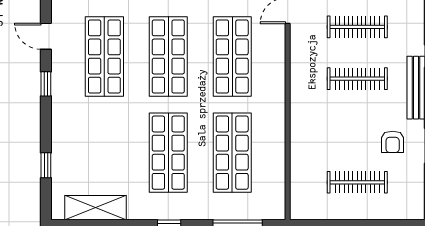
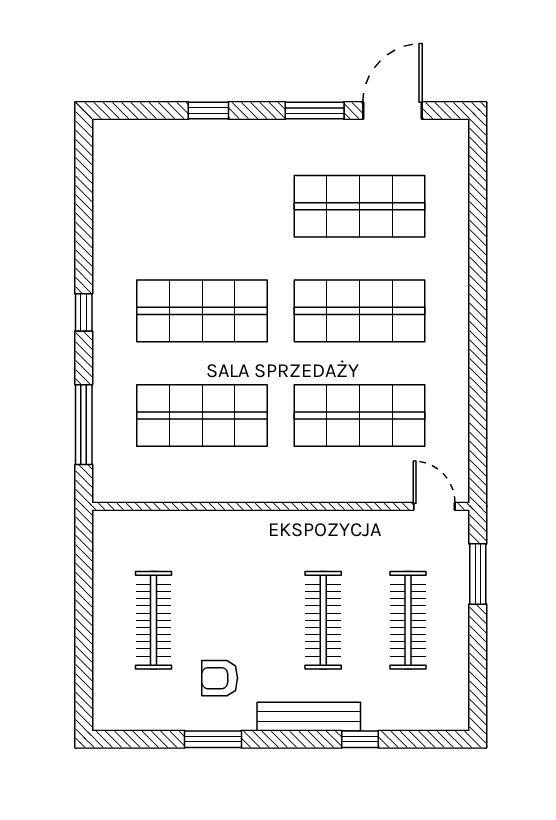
door: (46, 36) -> (393, 111), width x1.38
window: (46, 84) -> (315, 111), width x1.50
window: (46, 165) -> (208, 111), moved
shelving: (96, 208) -> (112, 192), removed

